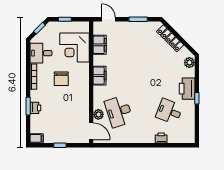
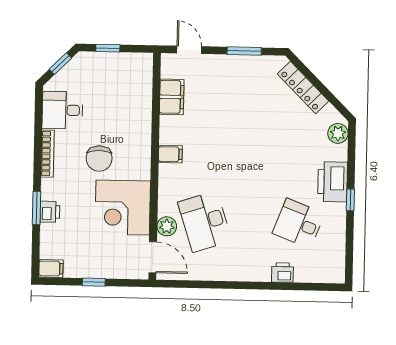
corner desk: (75, 47) -> (123, 208), moved
filing cabinet: (100, 76) -> (170, 154), width x0.50

